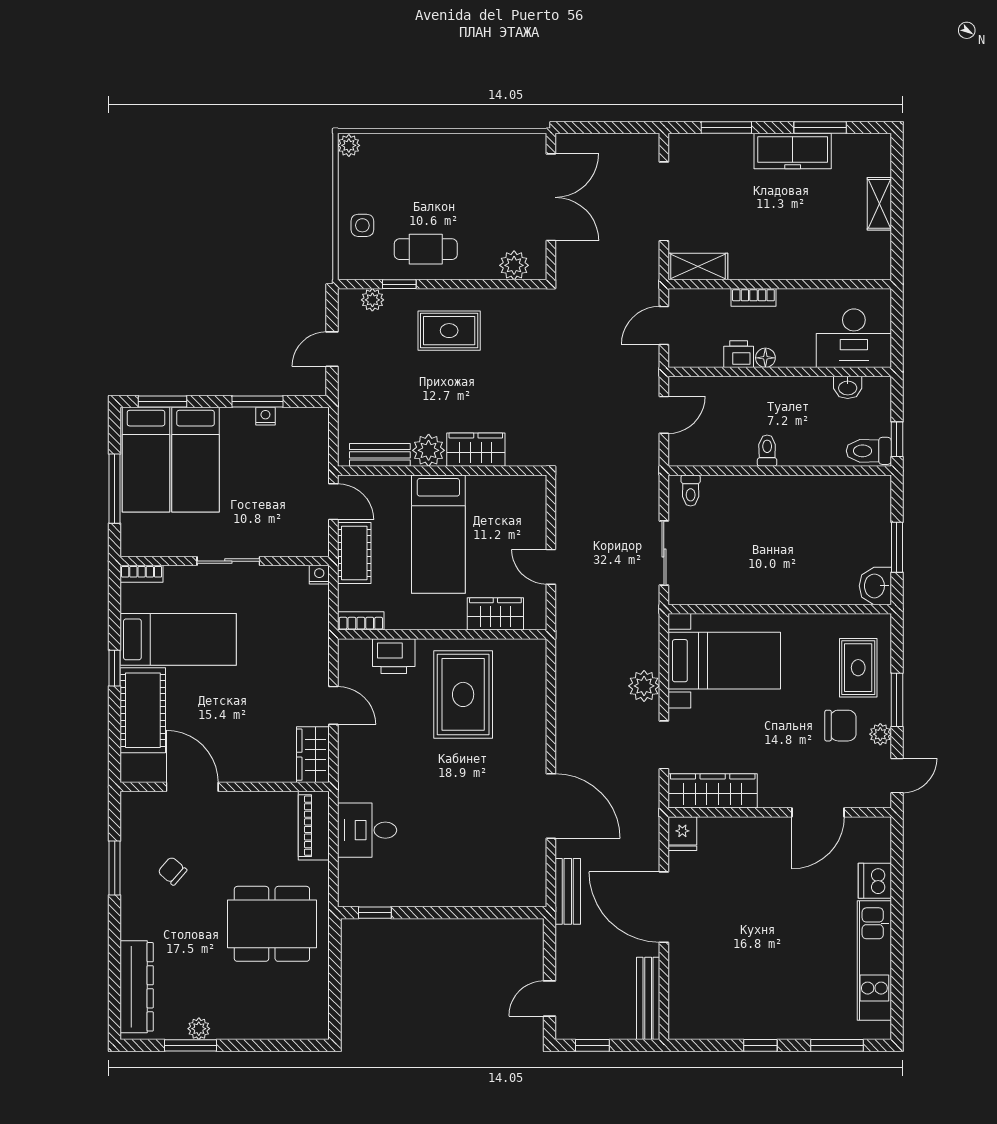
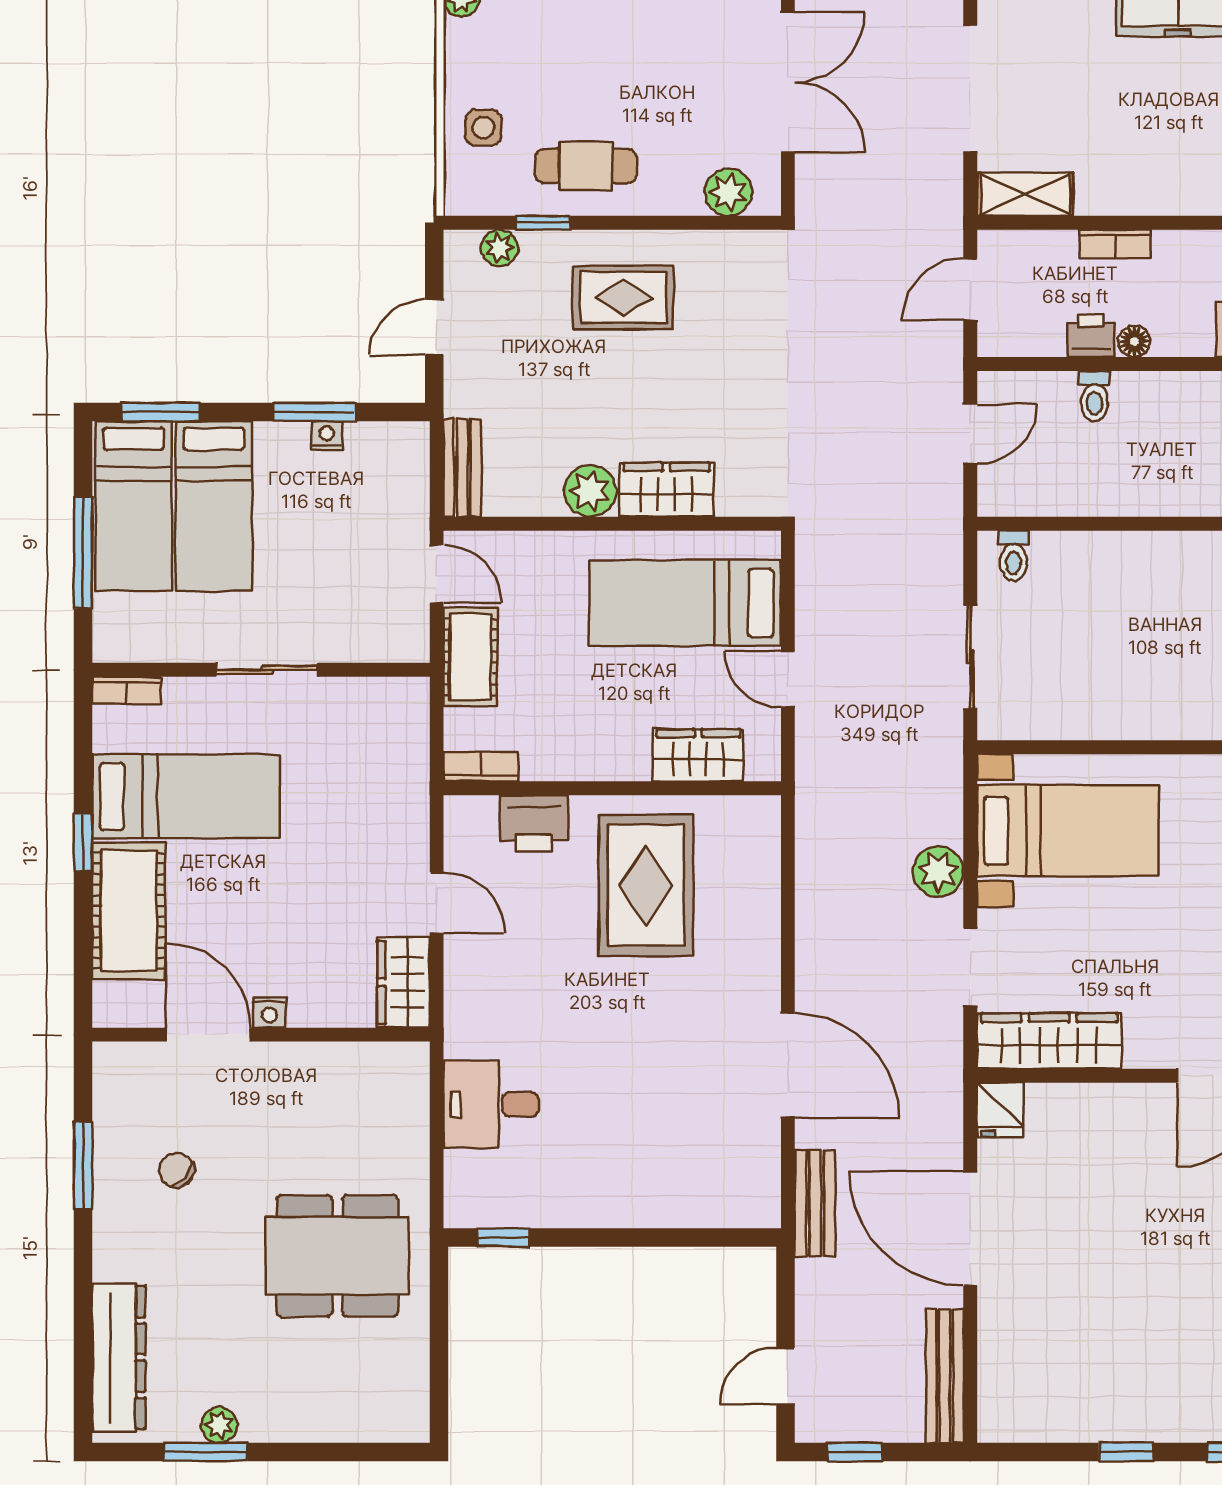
toilet: (767, 451) -> (1095, 396), moved, turned 180
bench: (380, 455) -> (462, 468), moved, turned 90
bed: (438, 534) -> (685, 603), moved, turned 90
nightstand: (319, 575) -> (269, 1013), moved, turned 180
piano: (314, 826) -> (405, 1097), removed

